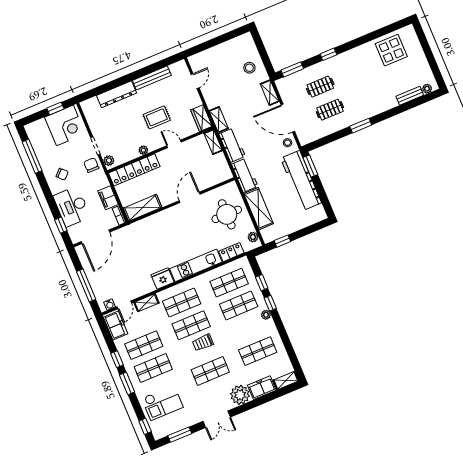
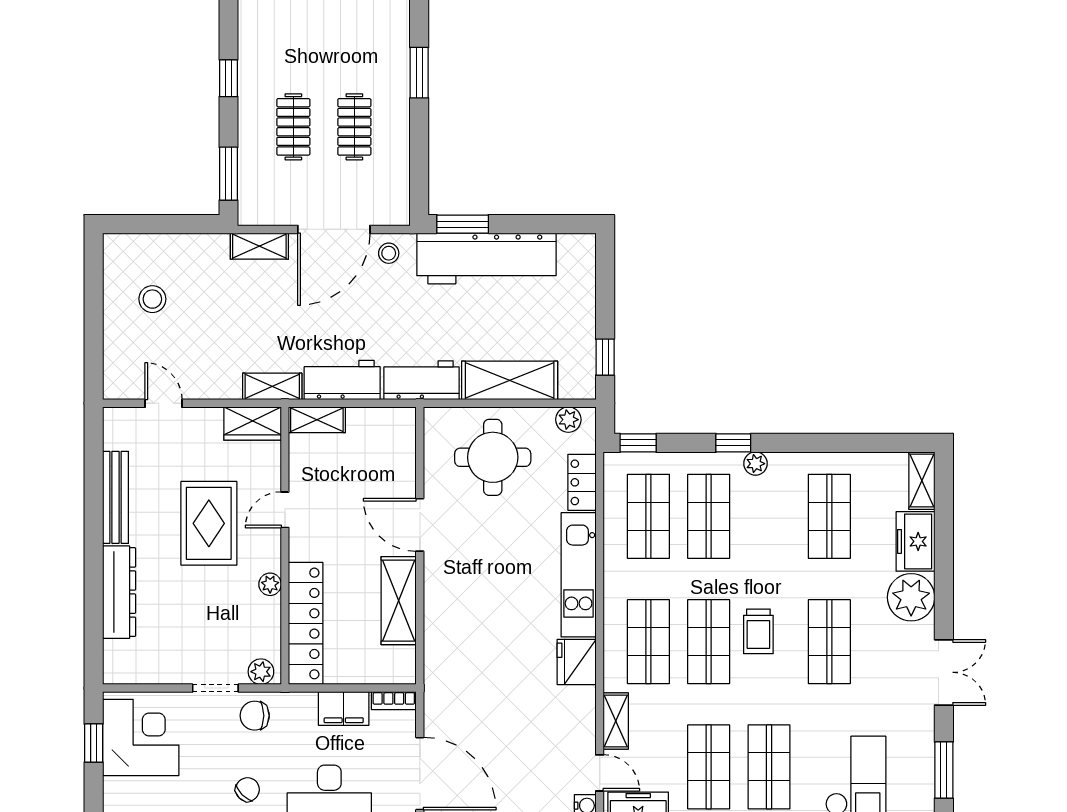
stool: (249, 68) -> (152, 299), moved
rug: (157, 117) -> (209, 523), width x1.36, depth x1.43
shelving: (142, 208) -> (399, 601), moved
window: (262, 283) -> (638, 443), moved

